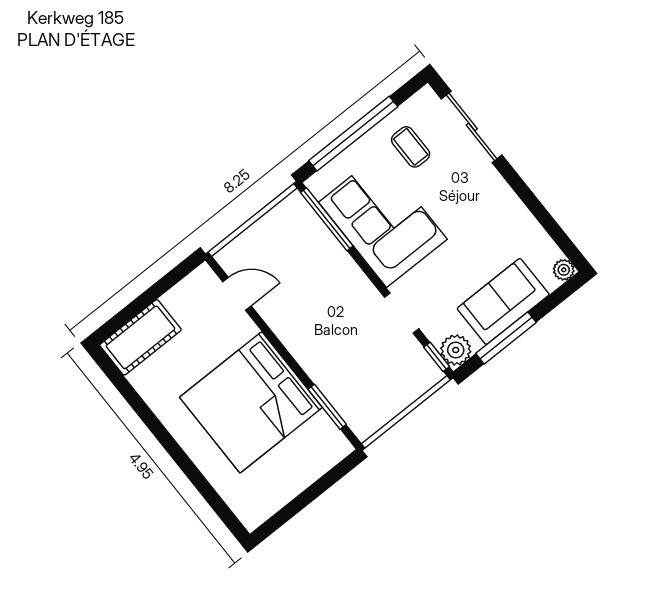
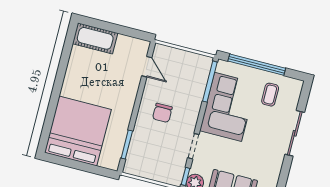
sliding door: (472, 127) -> (295, 133), moved
chair: (320, 321) -> (162, 113), added
bed: (251, 402) -> (78, 131), moved, turned 90

